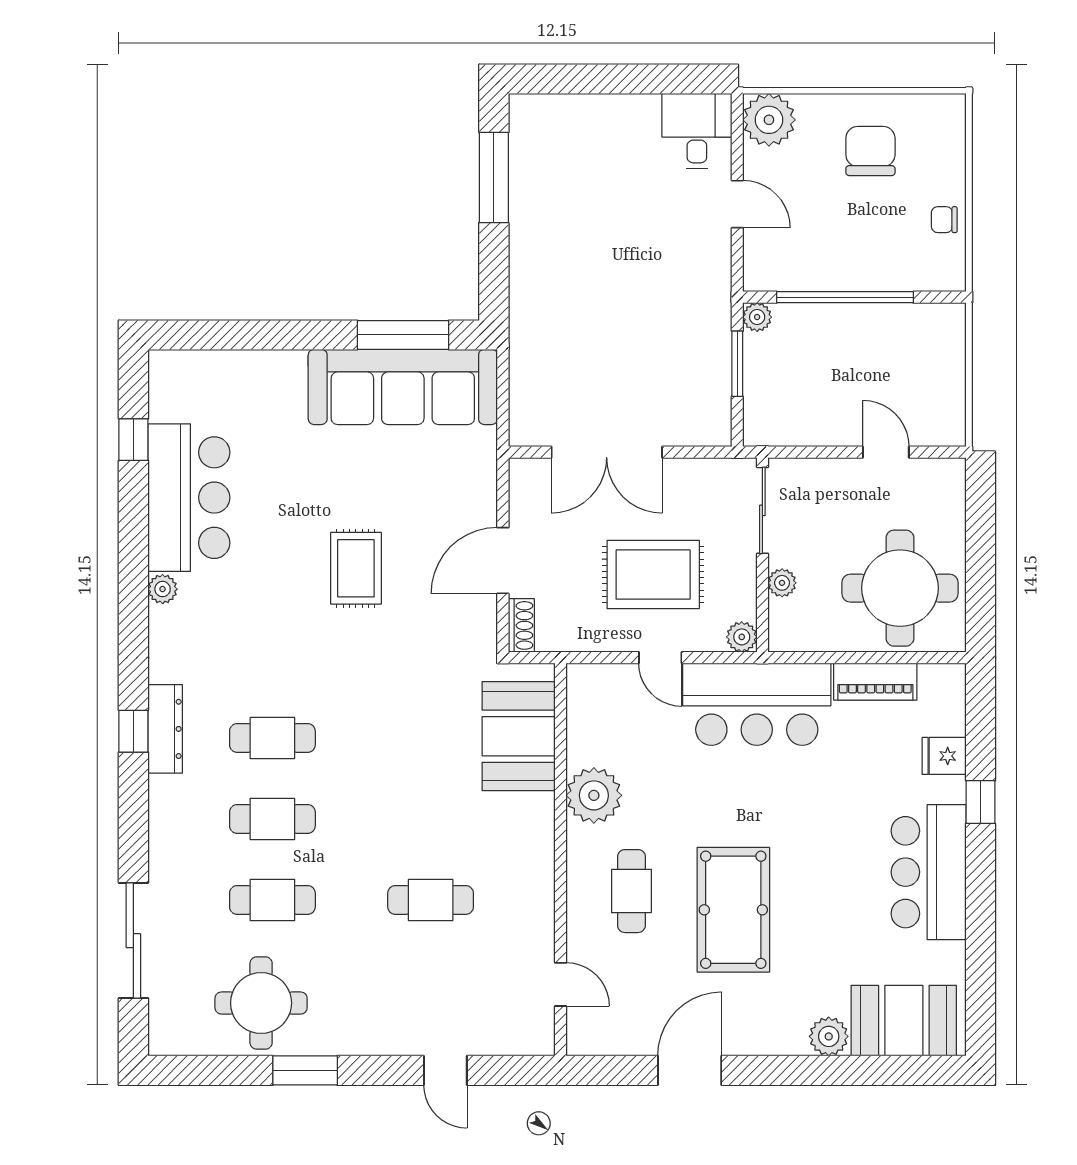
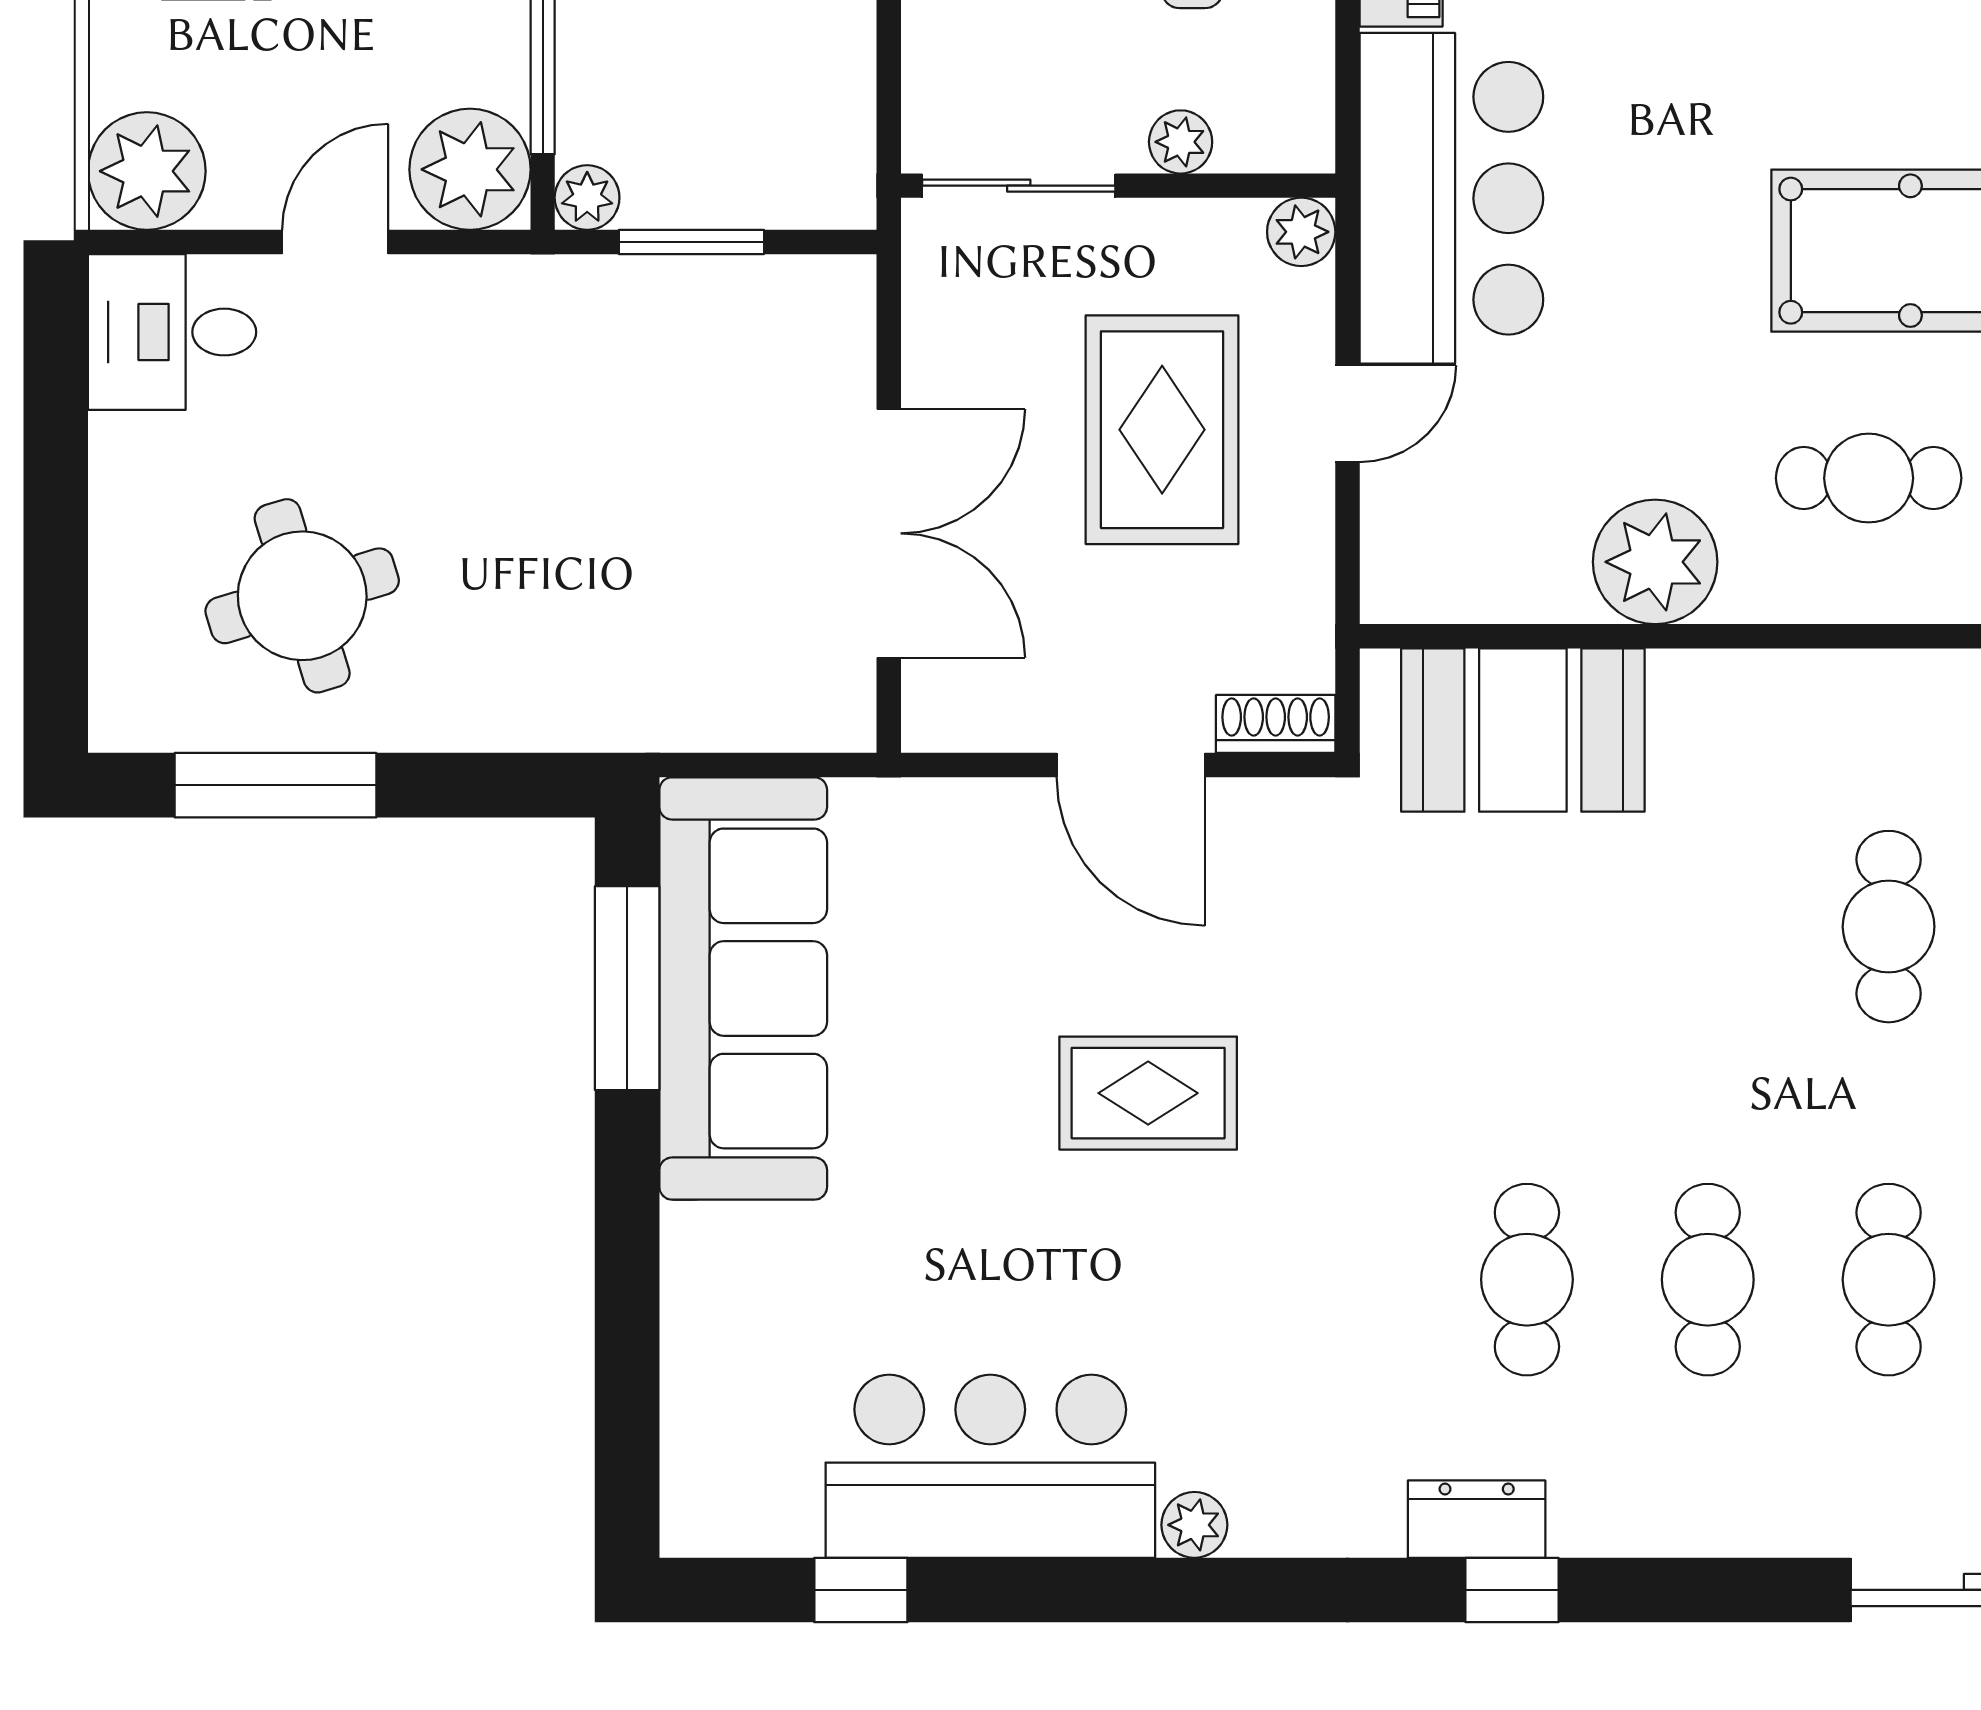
round table: (579, 189) -> (302, 596), added
plant: (770, 265) -> (470, 169), added
dresser: (165, 729) -> (1477, 1519), width x0.70

